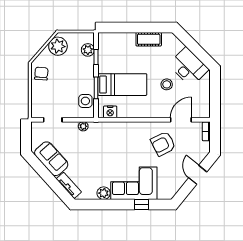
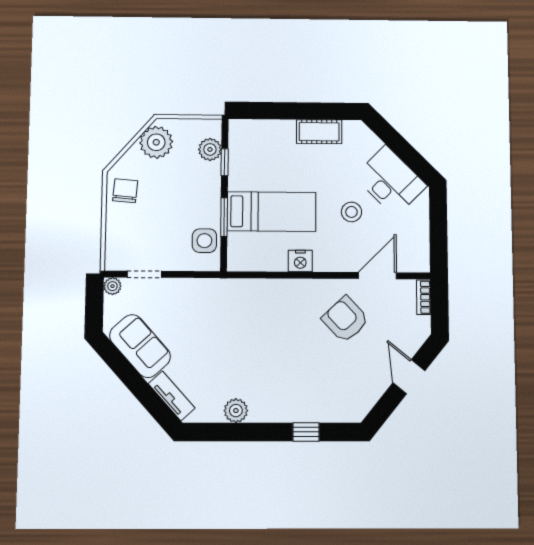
nightstand: (110, 112) -> (300, 261), moved
plant: (83, 126) -> (112, 286), moved
armchair: (163, 144) -> (345, 319), turned 74
corner sofa: (134, 183) -> (292, 392), removed

